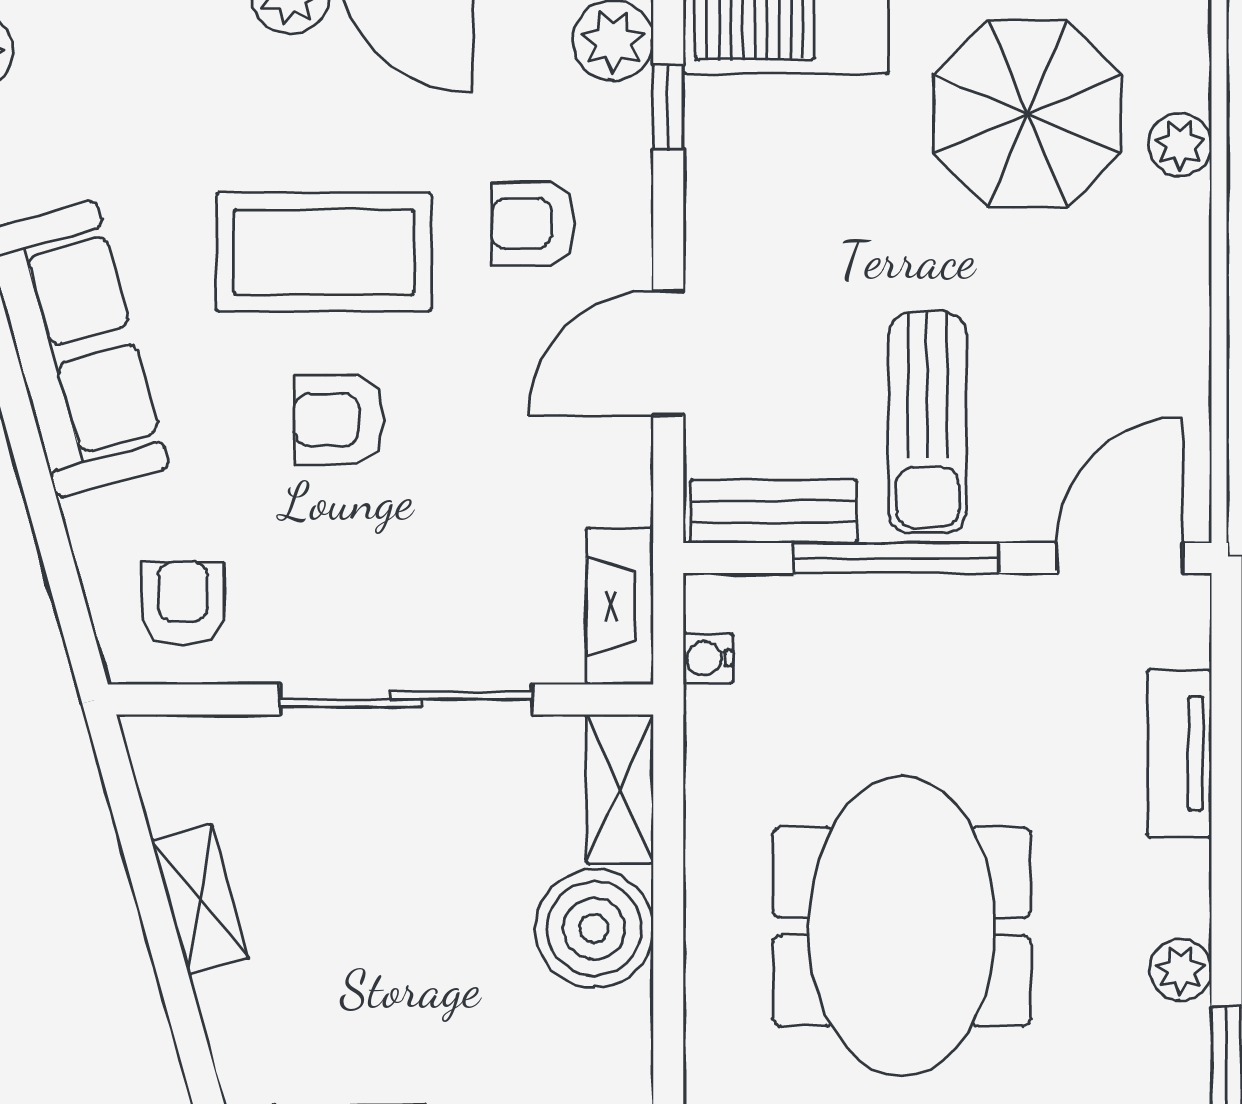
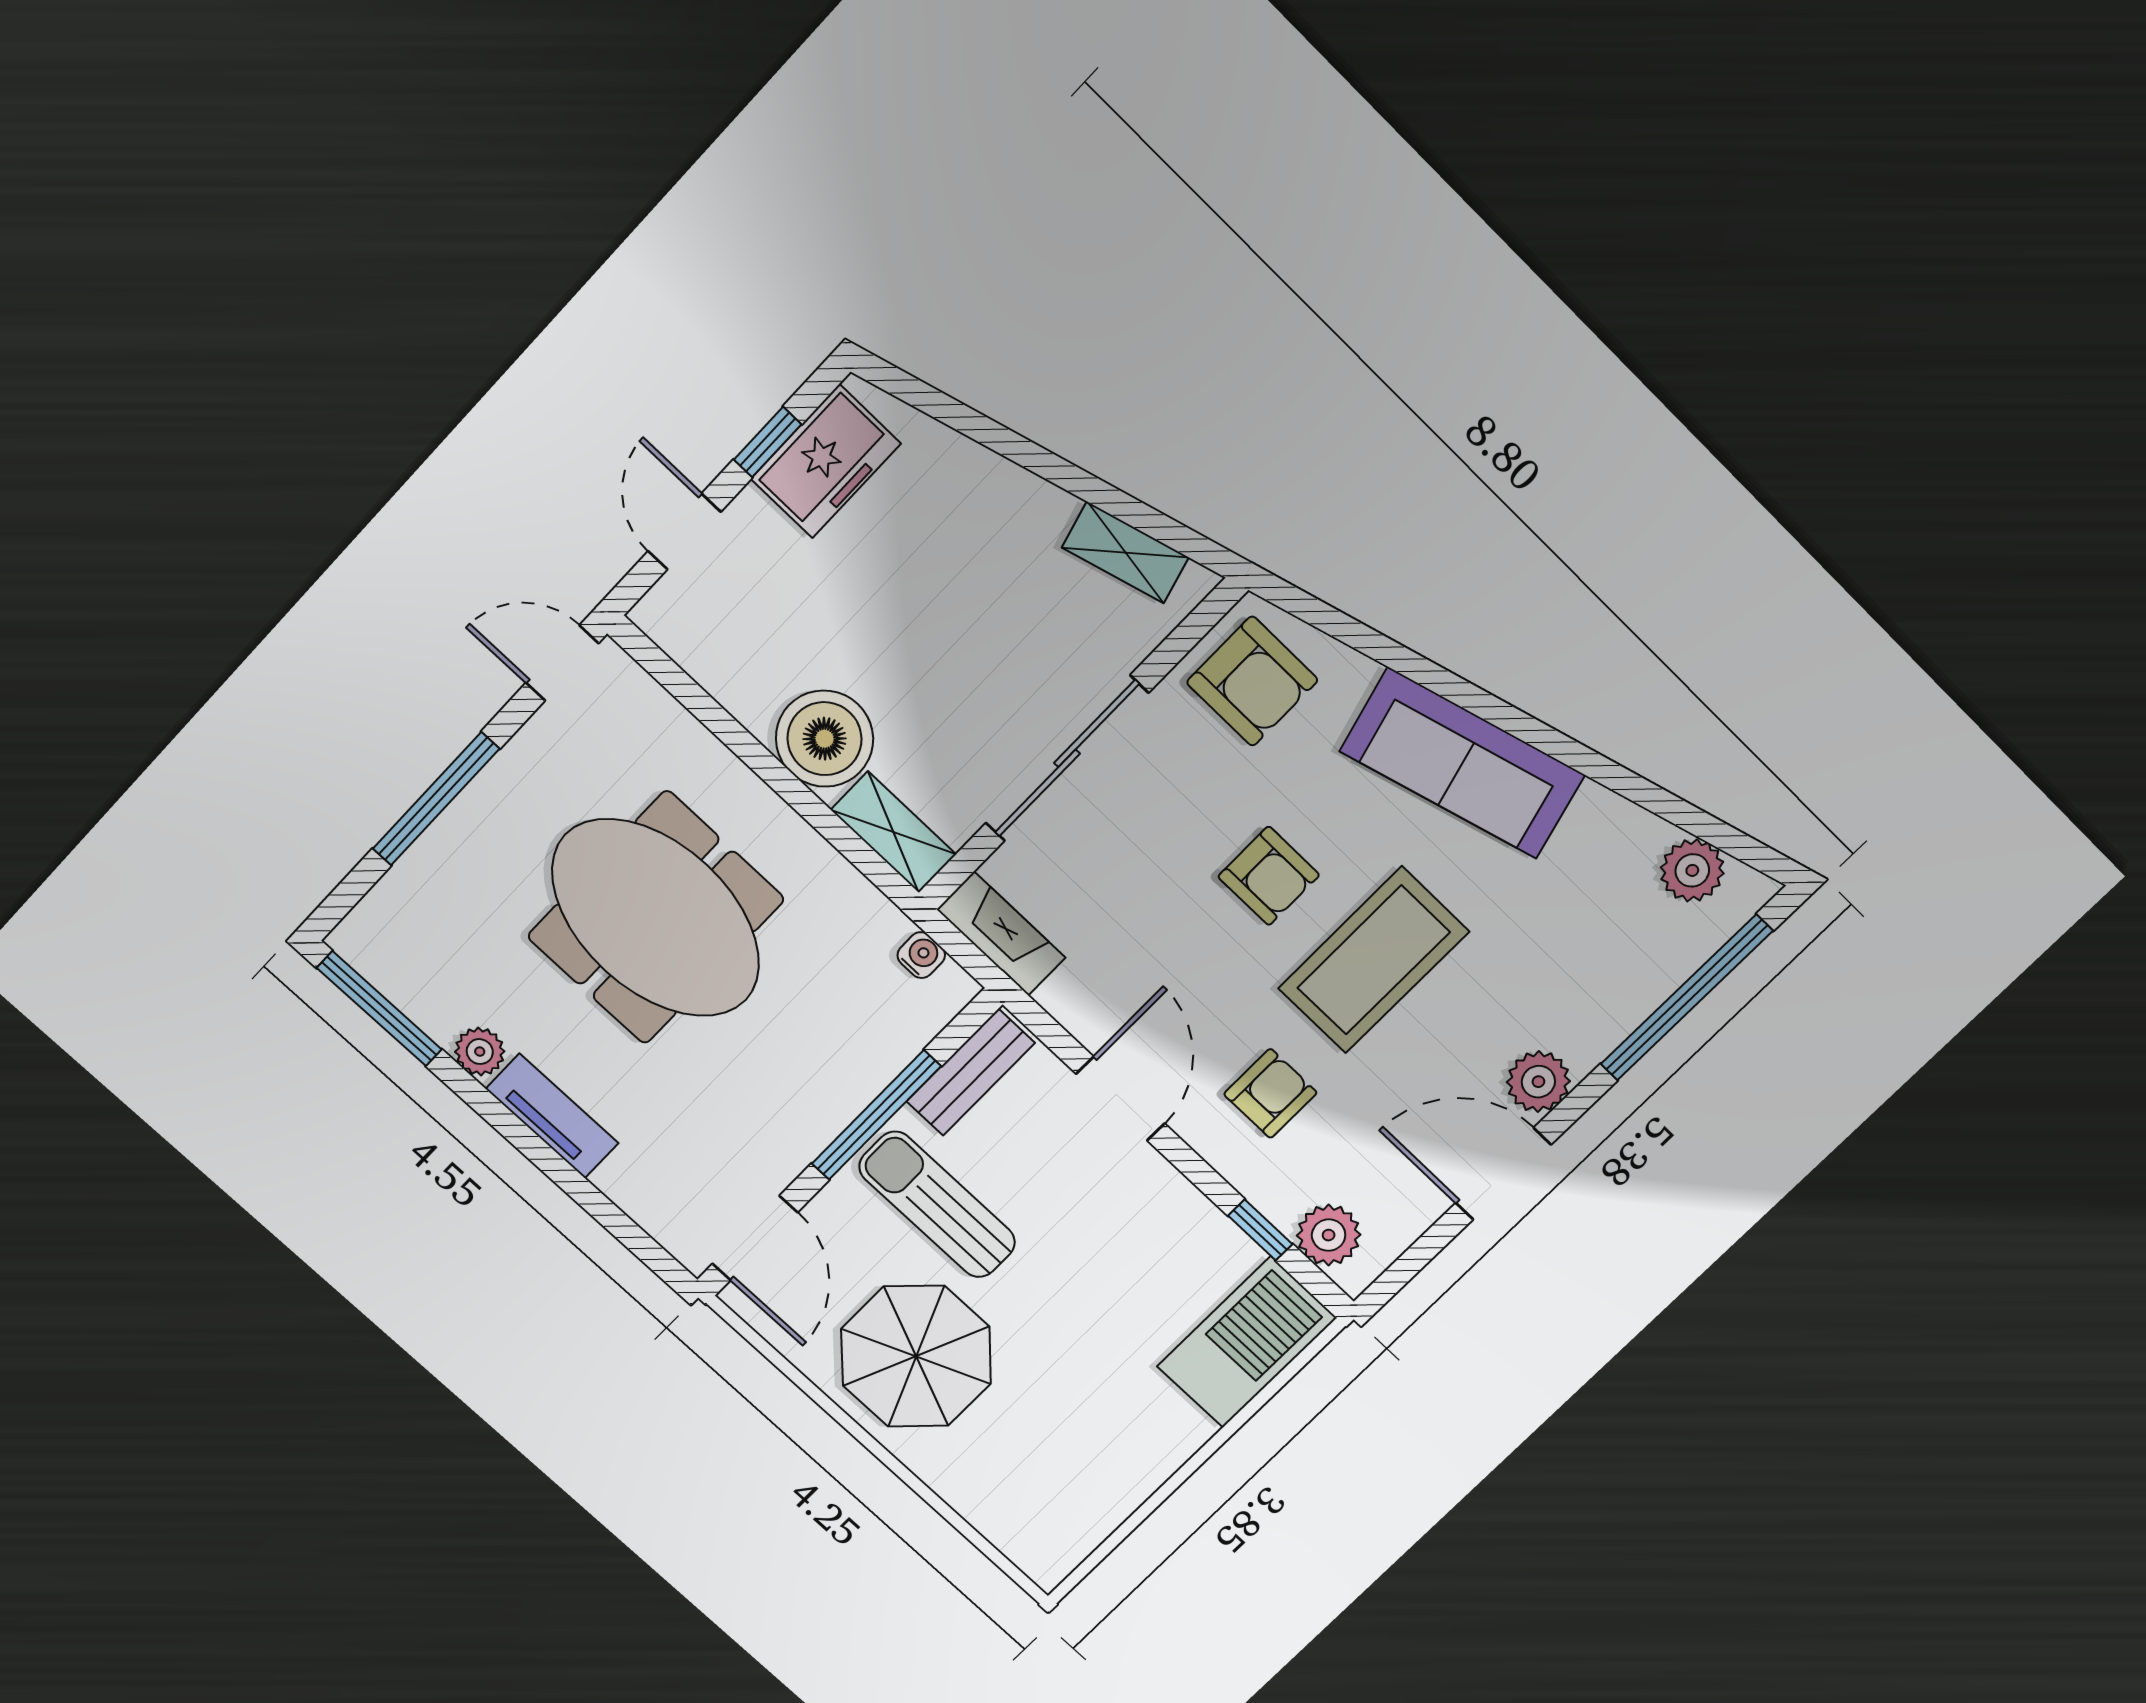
parasol: (1027, 114) -> (916, 1356), moved
plant: (1180, 145) -> (959, 1484), removed
armchair: (339, 420) -> (1269, 876), turned 90
armchair: (183, 603) -> (1252, 681), width x1.38, depth x1.38
tv unit: (1180, 754) -> (552, 1116), moved
shelving: (200, 899) -> (1125, 552), moved

